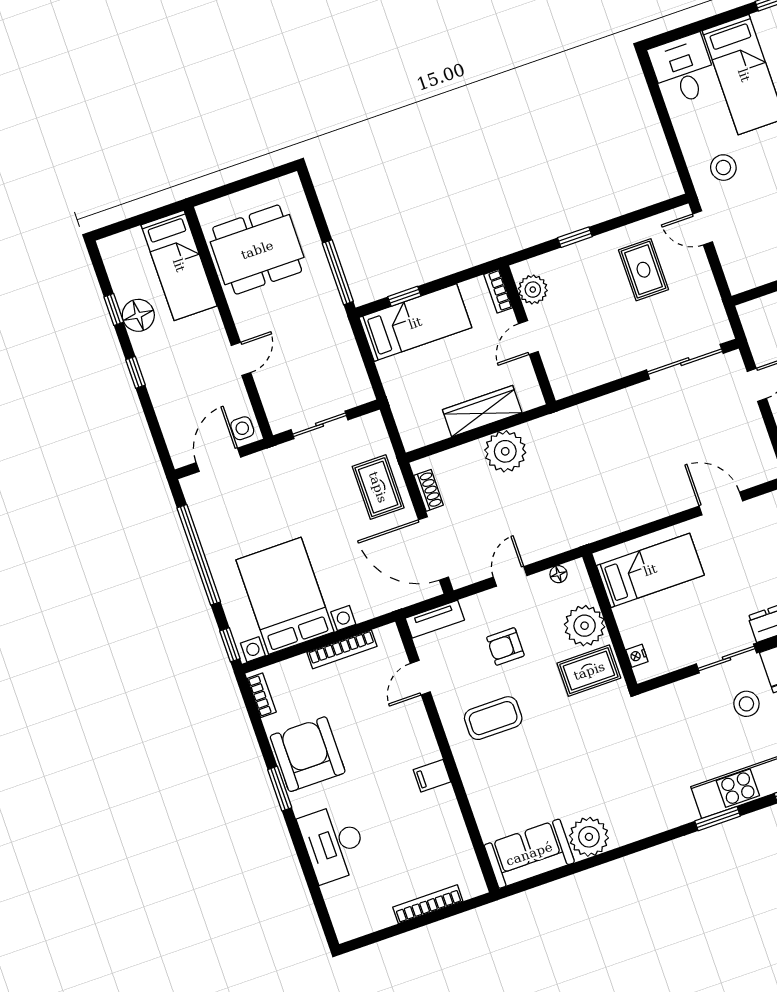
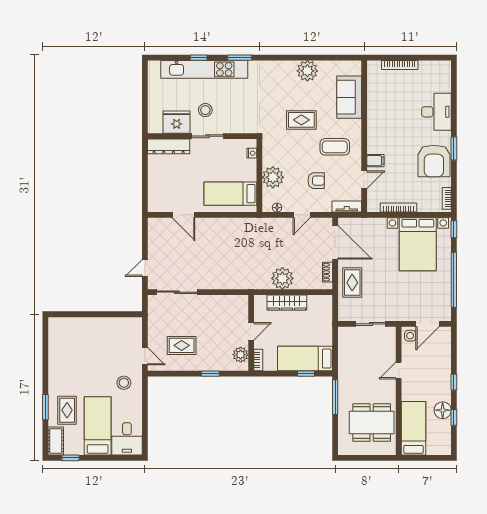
rug: (644, 270) -> (182, 345), turned 90
rug: (589, 671) -> (301, 120), moved
filing cabinet: (432, 776) -> (375, 161), moved
sofa: (529, 854) -> (349, 97), moved, turned 90

